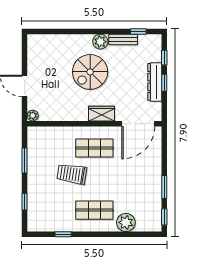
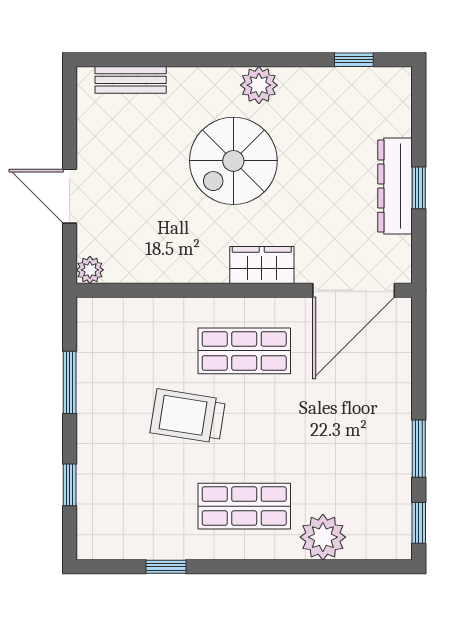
bench: (123, 39) -> (131, 80), moved
window: (164, 58) -> (419, 125), removed

